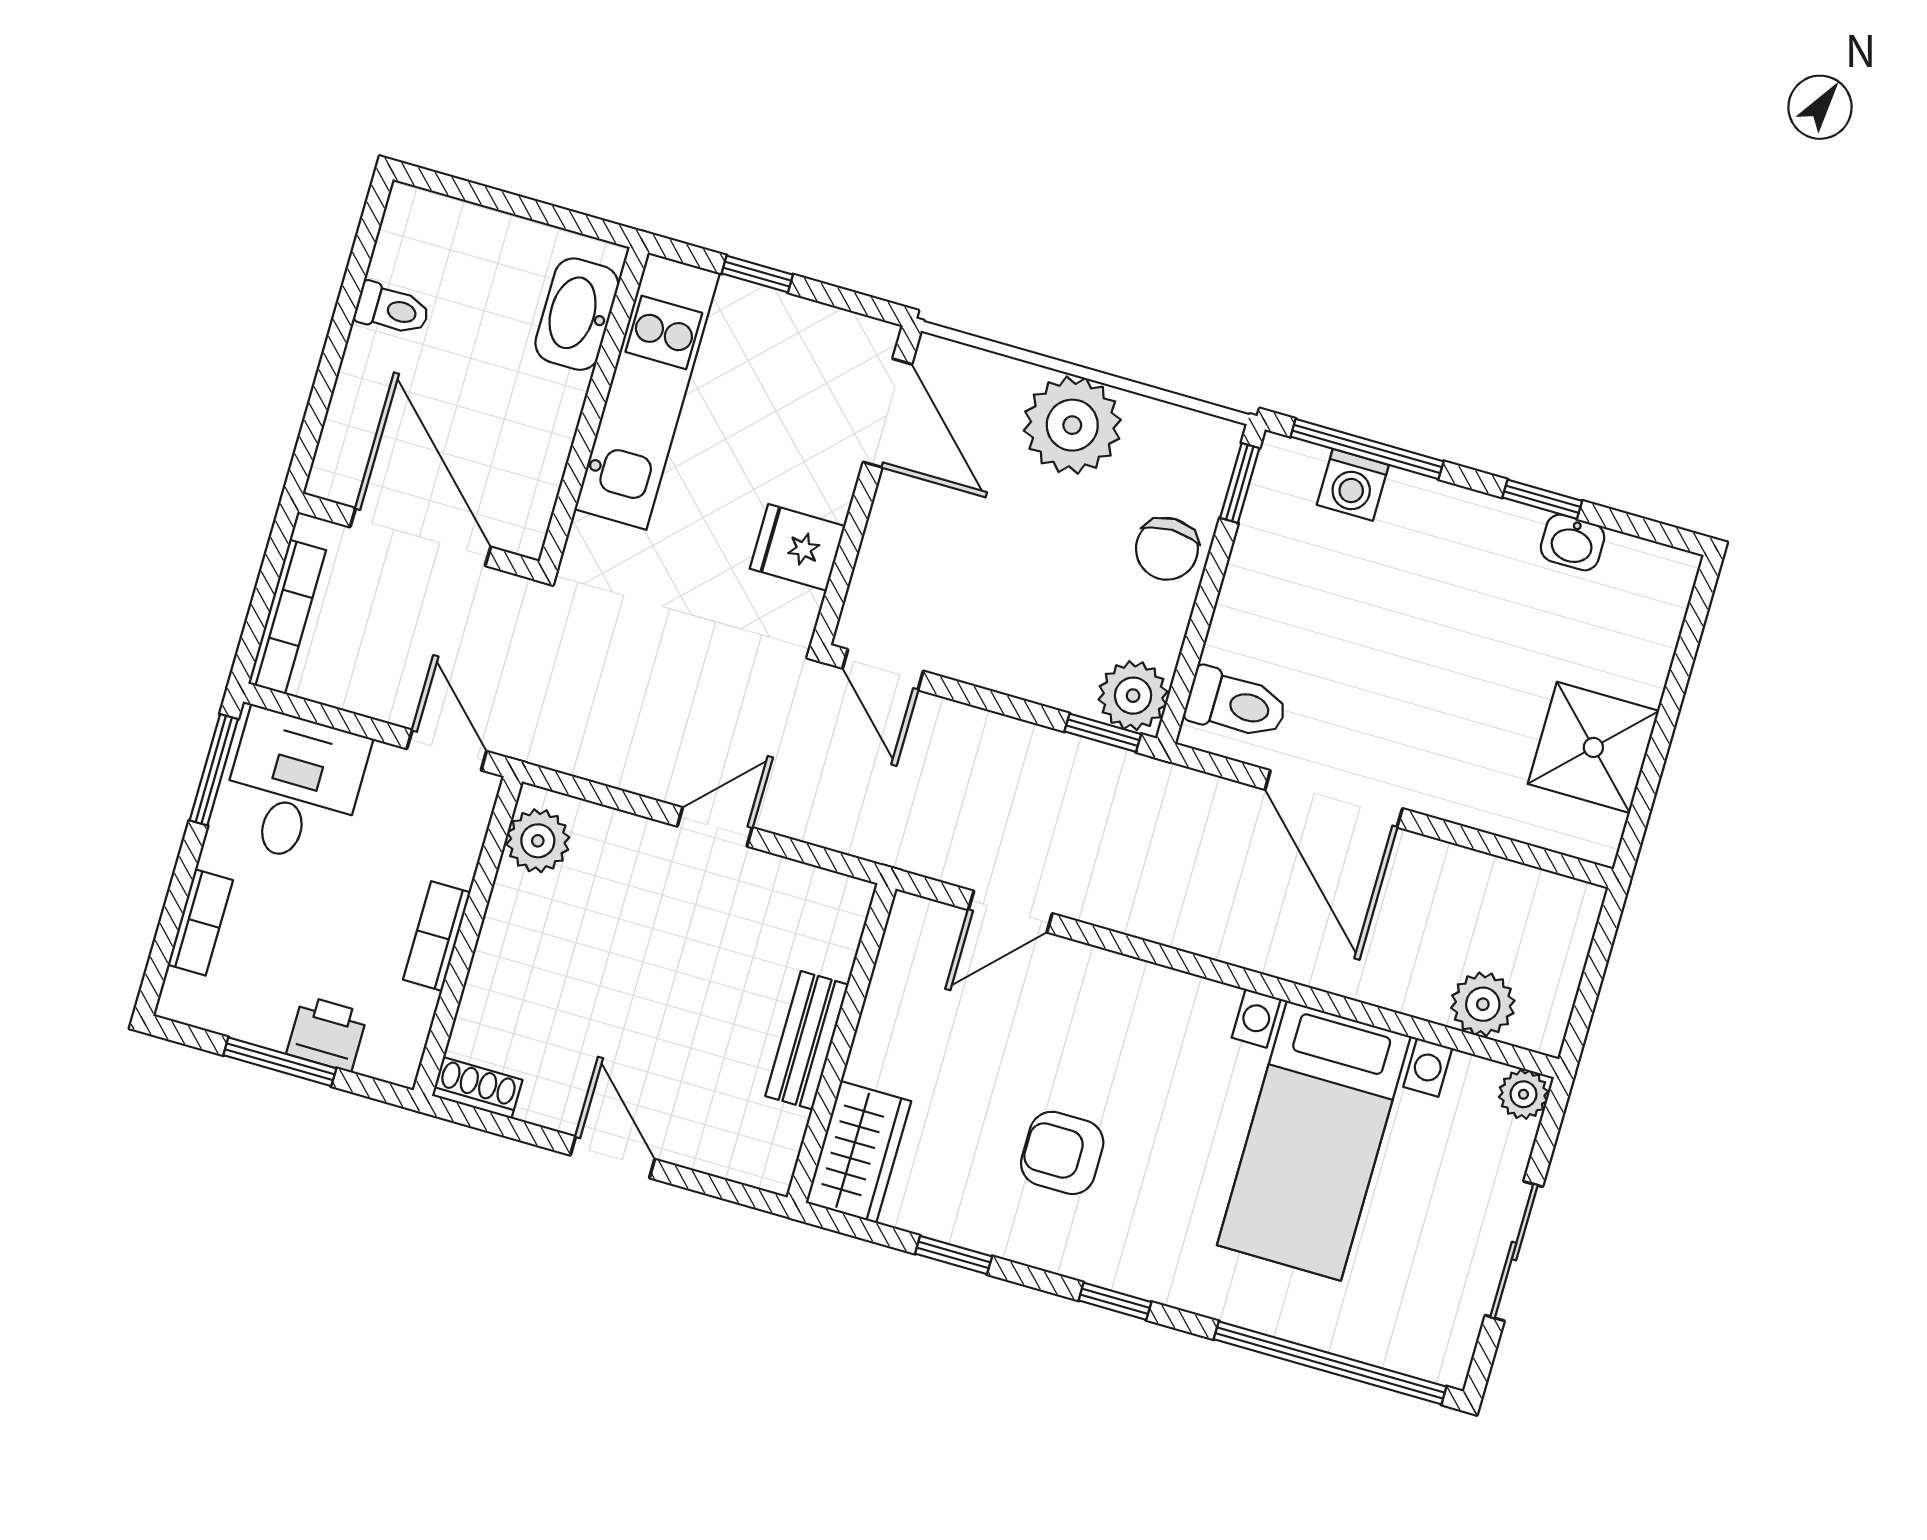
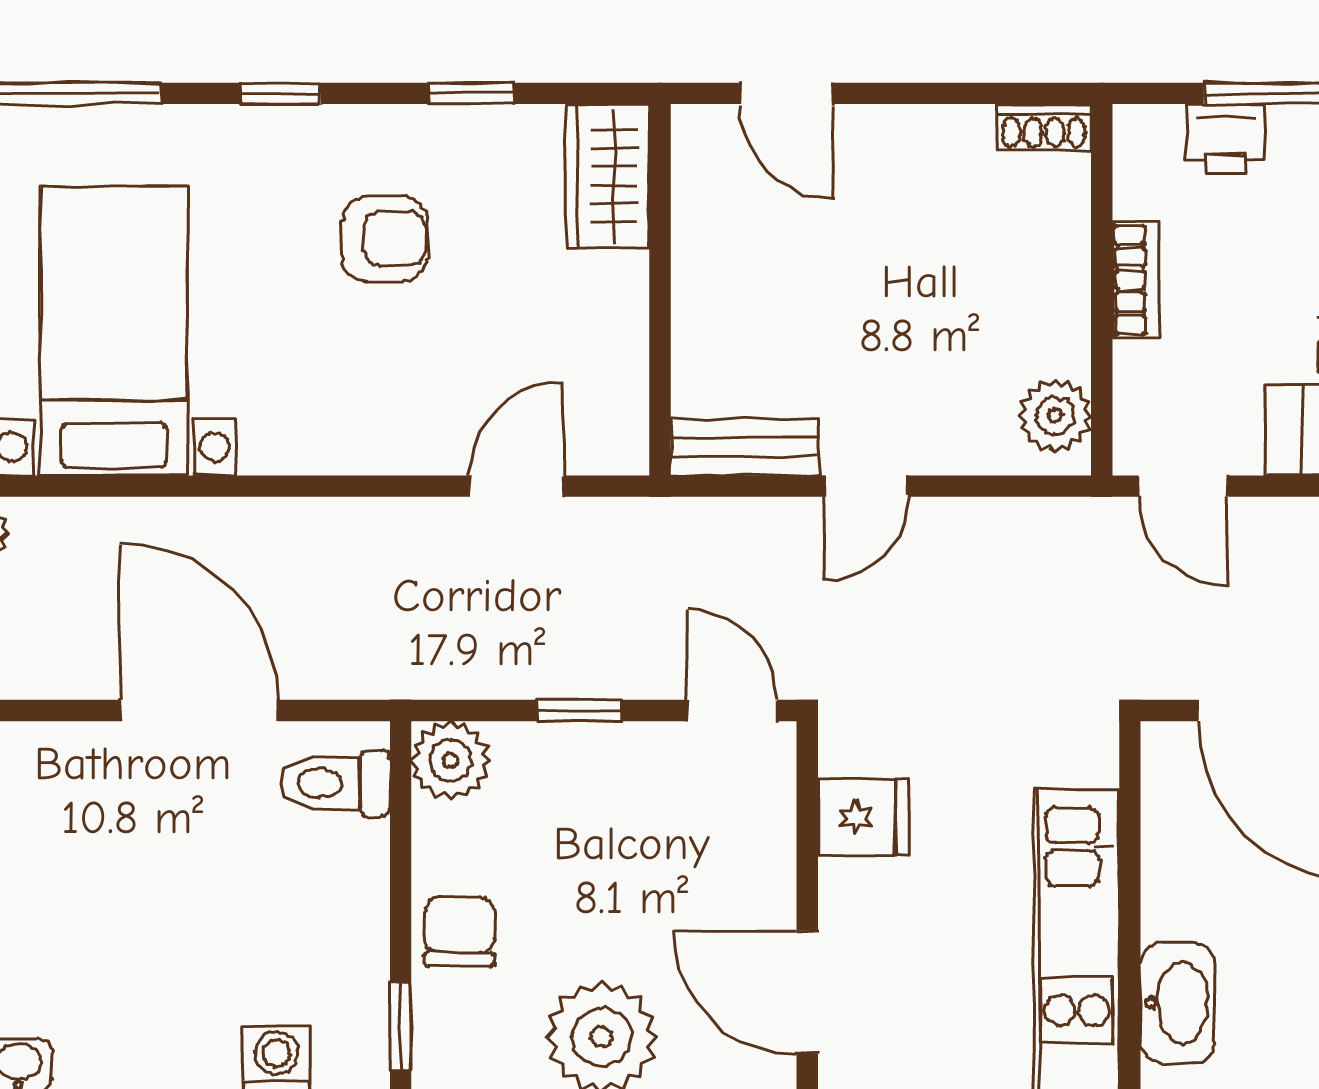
window: (1103, 733) -> (579, 711), moved
bench: (807, 1040) -> (744, 447), moved, turned 90
door: (612, 1157) -> (787, 93), moved

